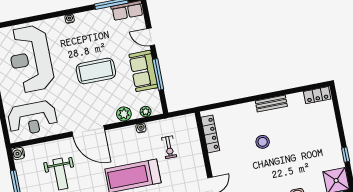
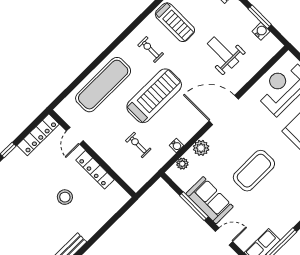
locker: (210, 134) -> (95, 170), moved
stool: (263, 142) -> (65, 197), moved
water cooler: (18, 154) -> (261, 31), moved

